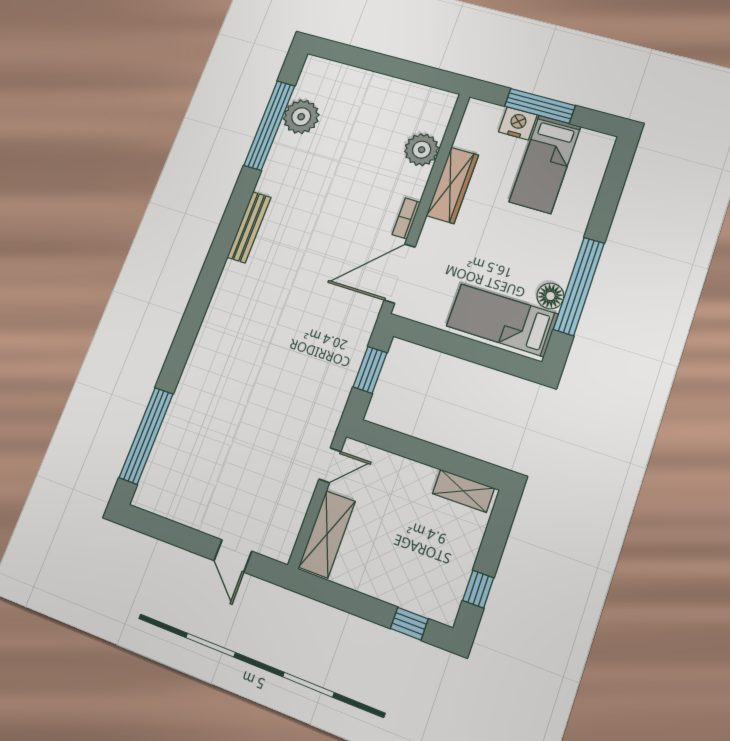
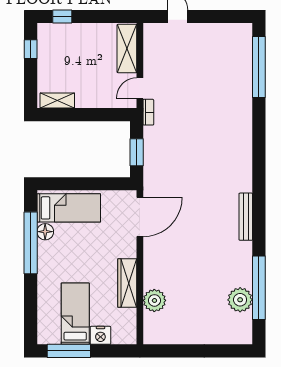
window: (540, 106) -> (69, 351), moved
bookcase: (406, 218) -> (148, 112), moved

